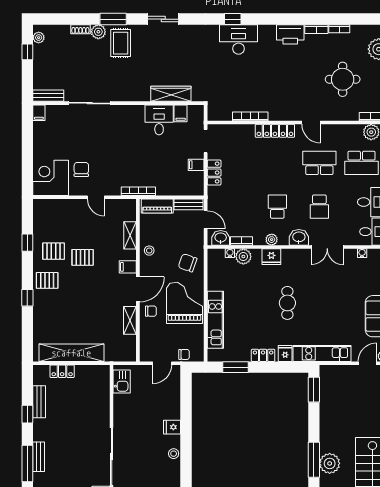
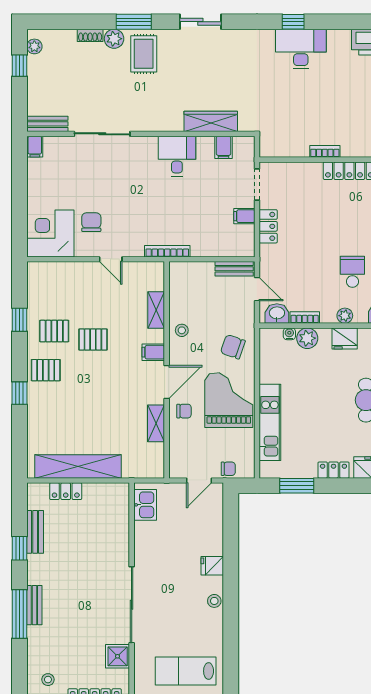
bookcase: (250, 116) -> (325, 151), width x0.64
desk: (159, 120) -> (177, 156), moved
piano: (157, 206) -> (192, 271), removed

